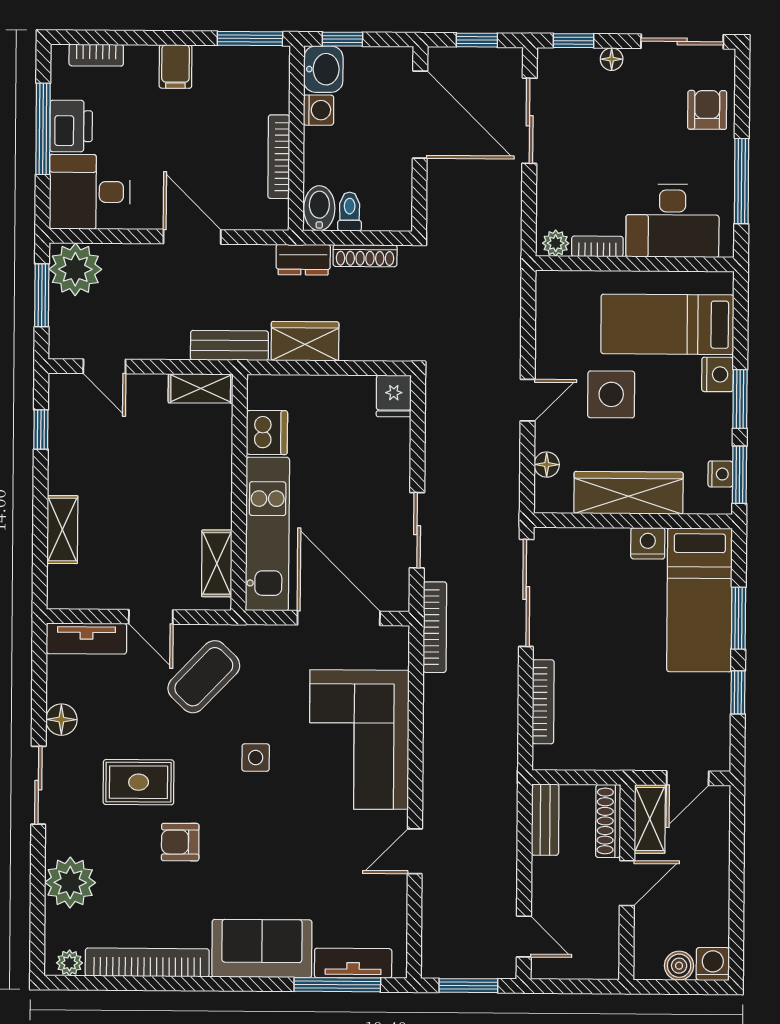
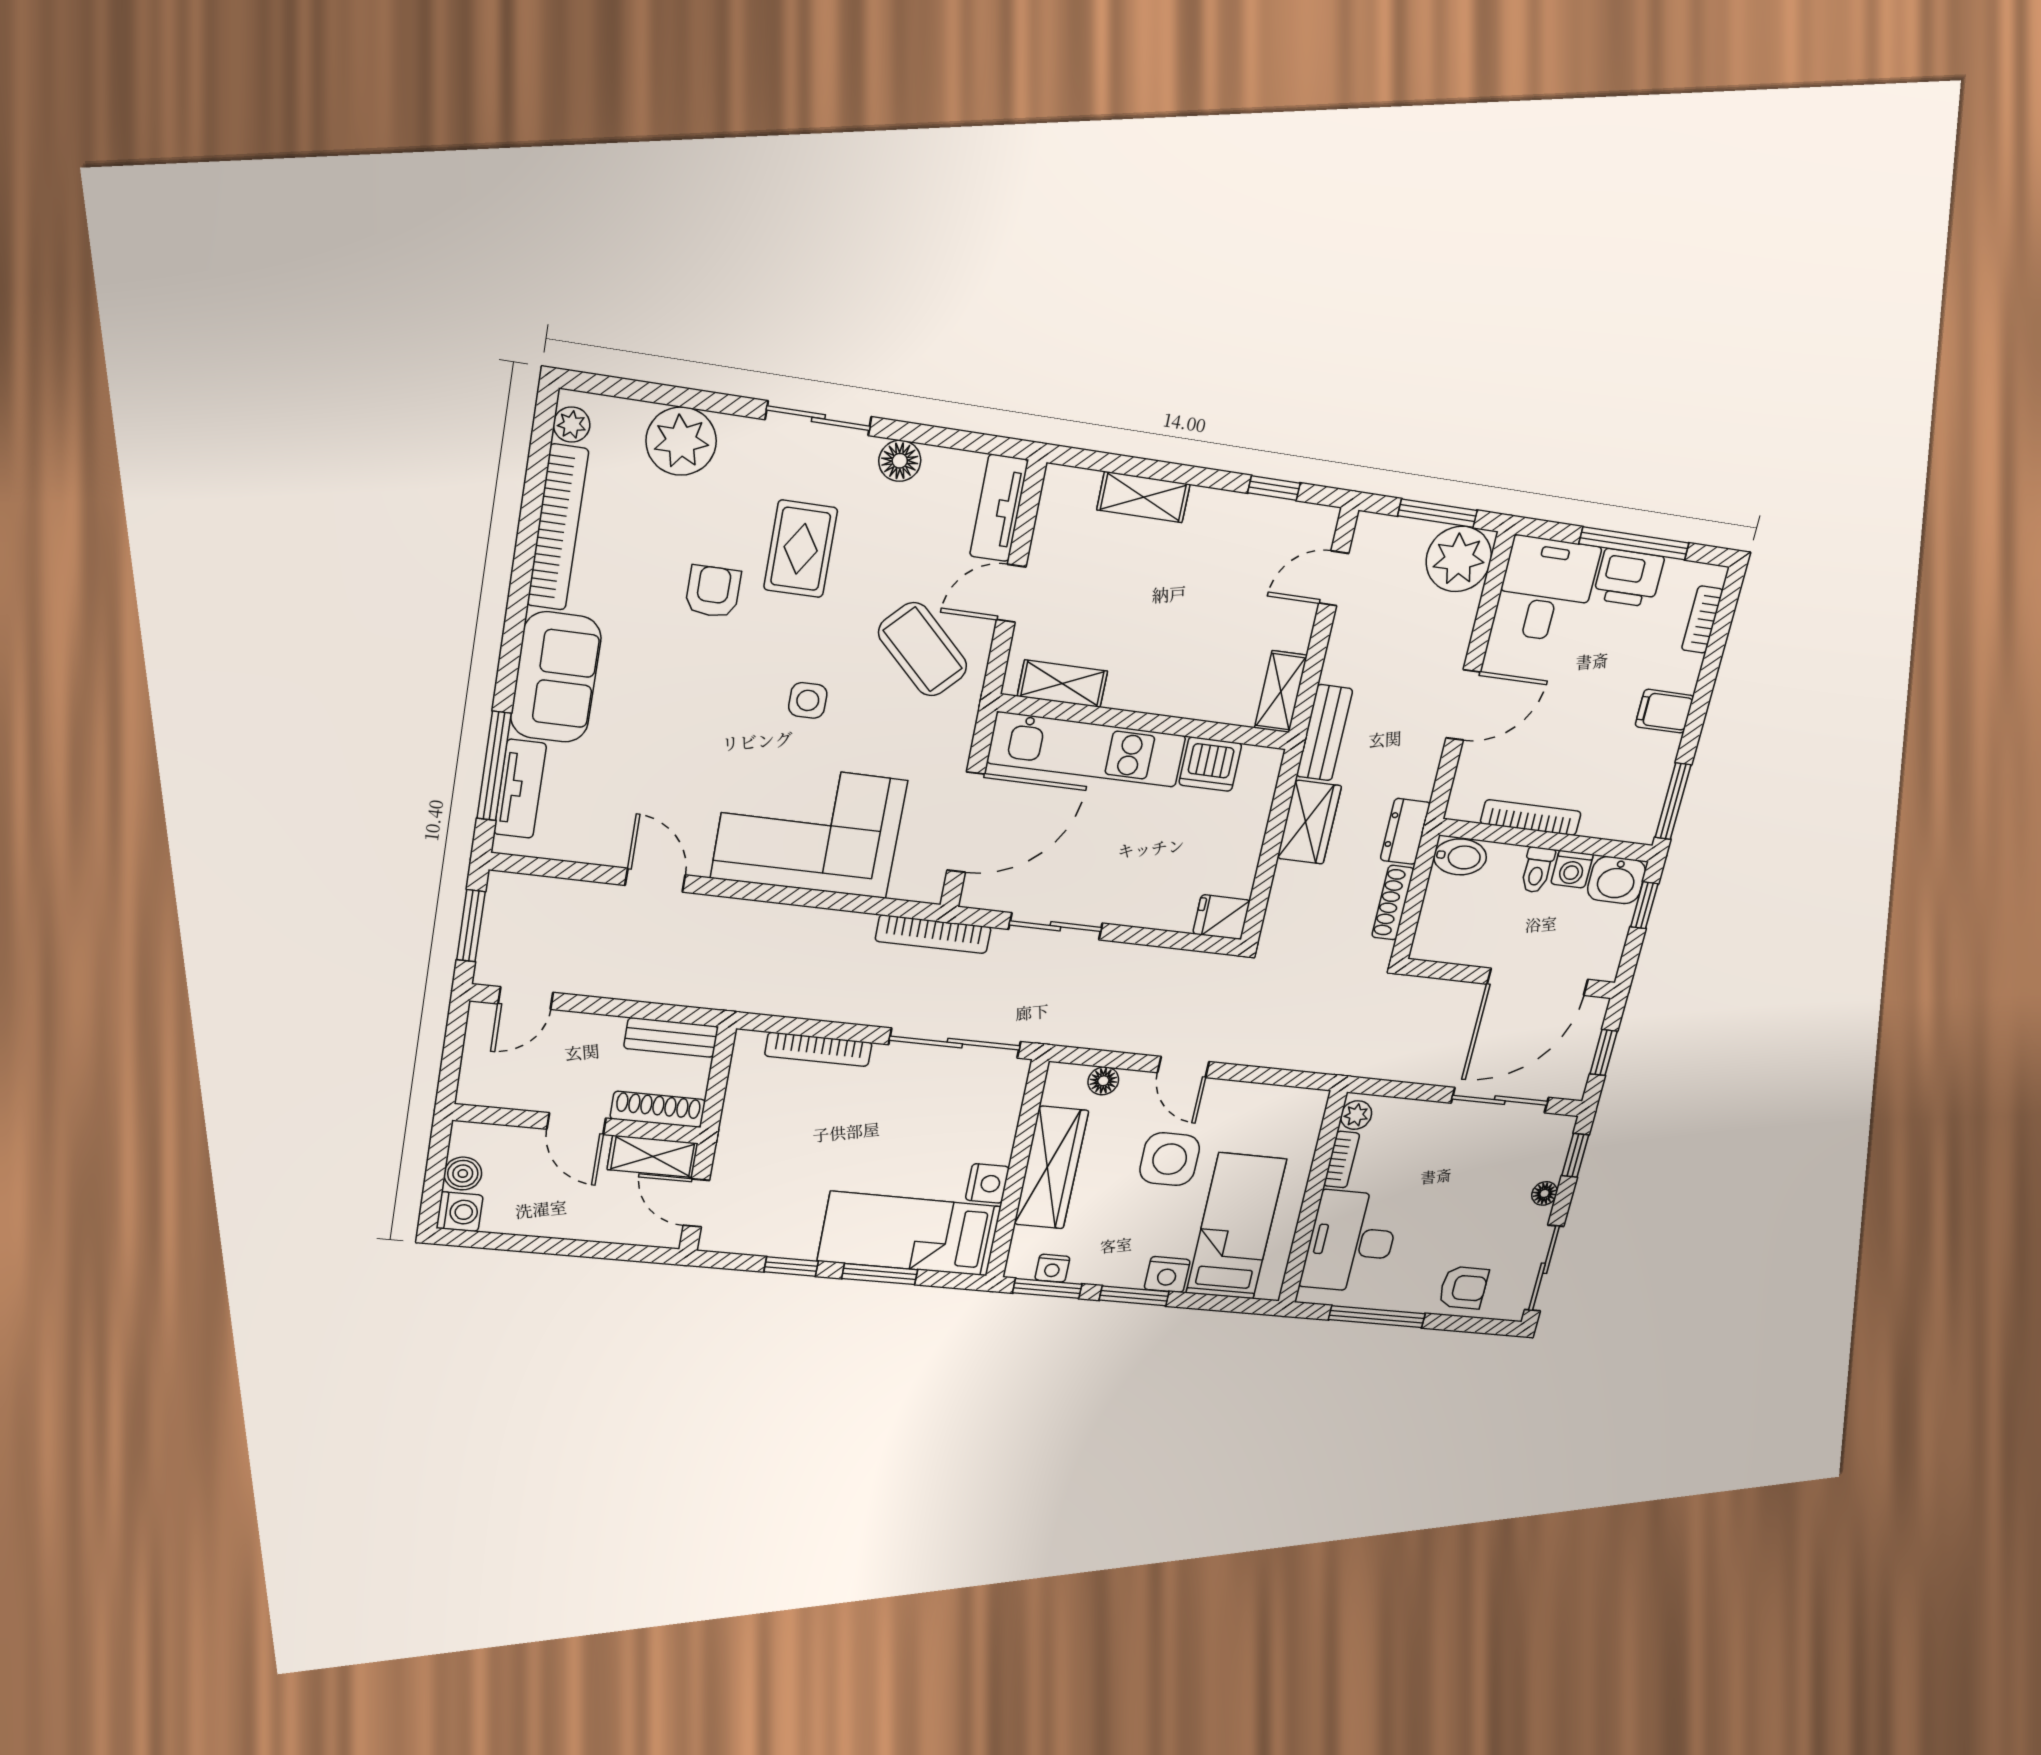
toilet: (350, 212) -> (1537, 870), moved, turned 90

